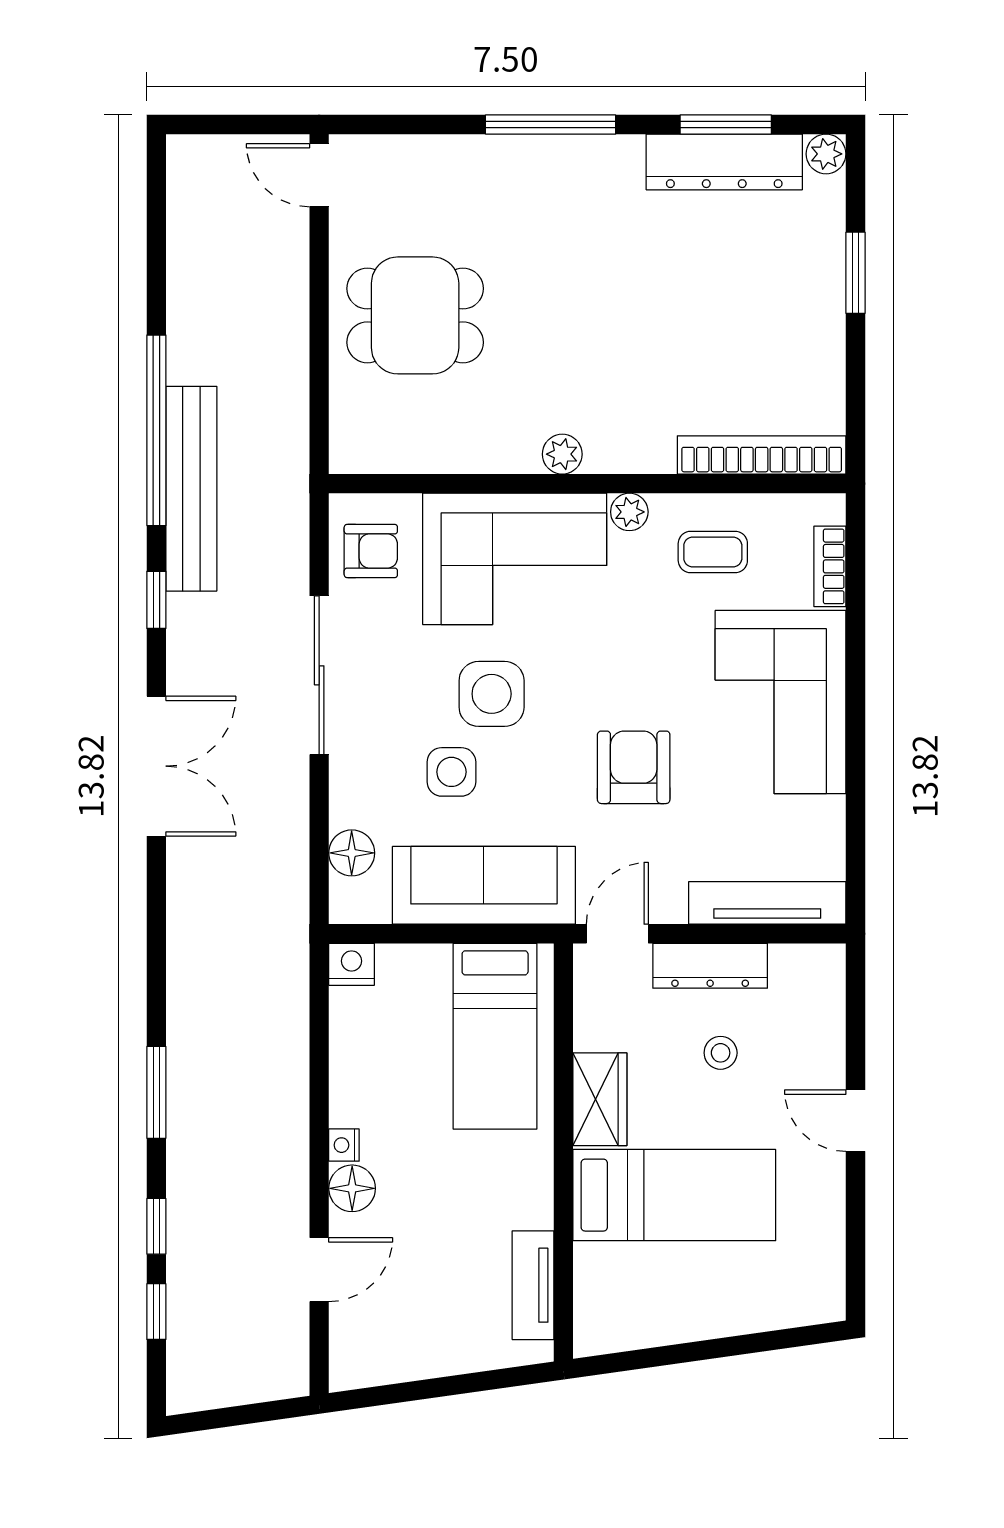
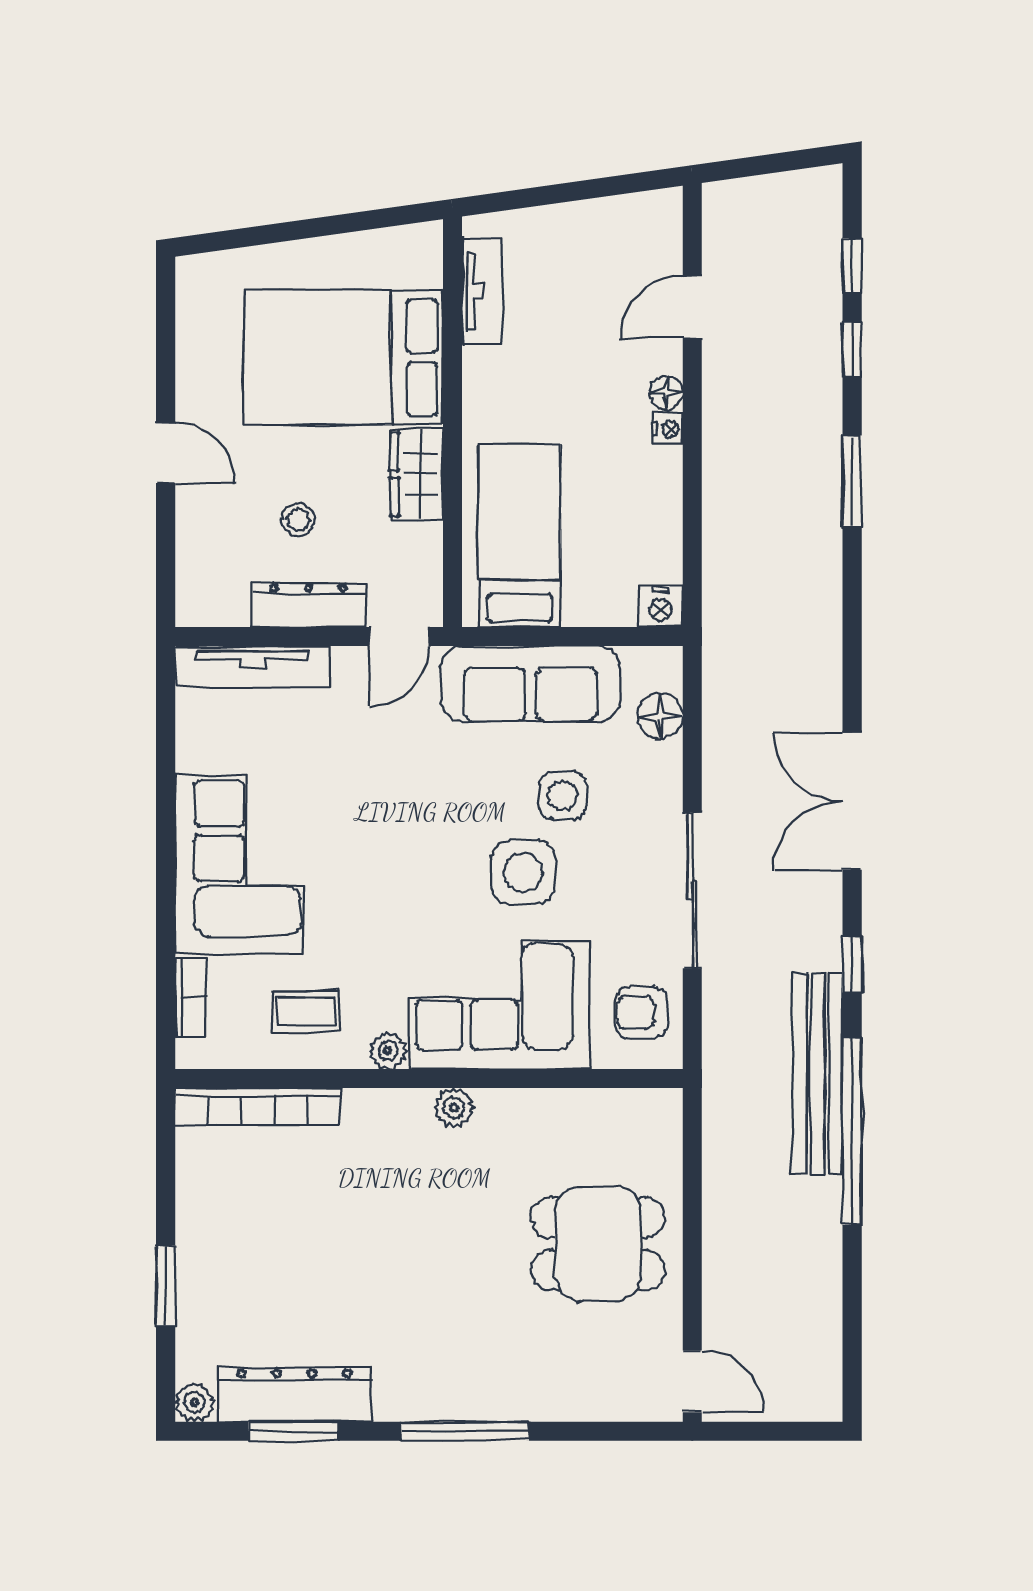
armchair: (634, 767) -> (383, 800), removed
floor lamp: (352, 1188) -> (666, 393), width x0.73, depth x0.73
bed: (674, 1195) -> (344, 358), width x1.50

